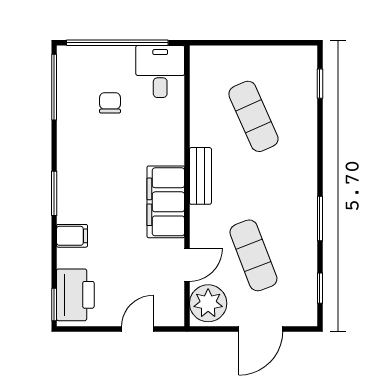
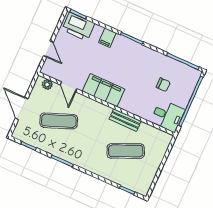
bench: (200, 176) -> (125, 120), moved
plant: (208, 303) -> (47, 84), width x0.53, depth x0.53

